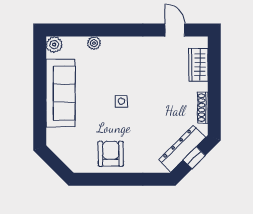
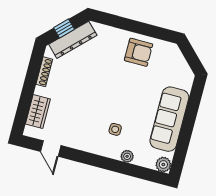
side table: (121, 101) -> (115, 129), moved
armchair: (111, 154) -> (139, 52), turned -90

